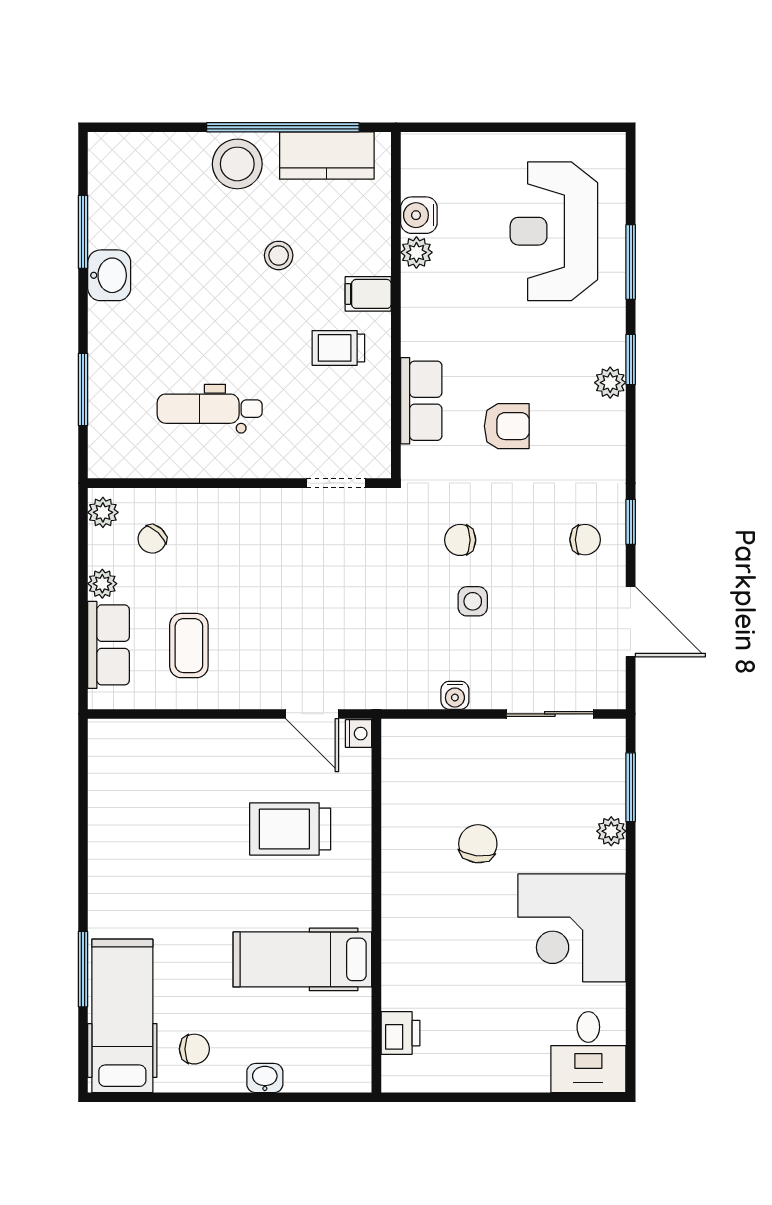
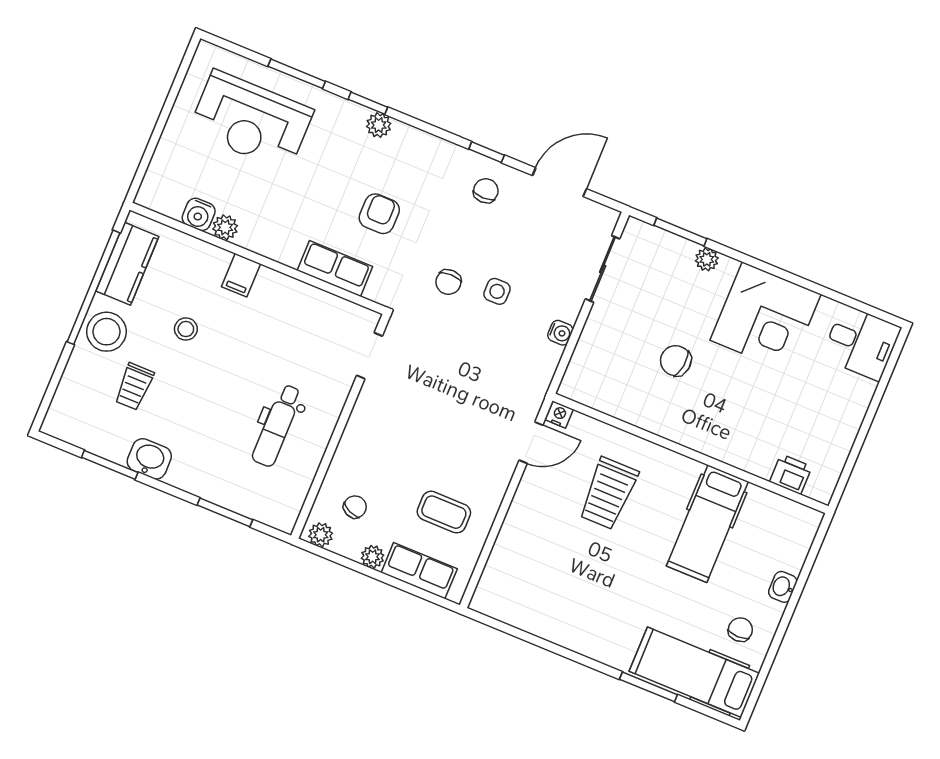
trolley: (338, 348) -> (134, 387), moved
chair: (152, 539) -> (355, 507), turned -109

